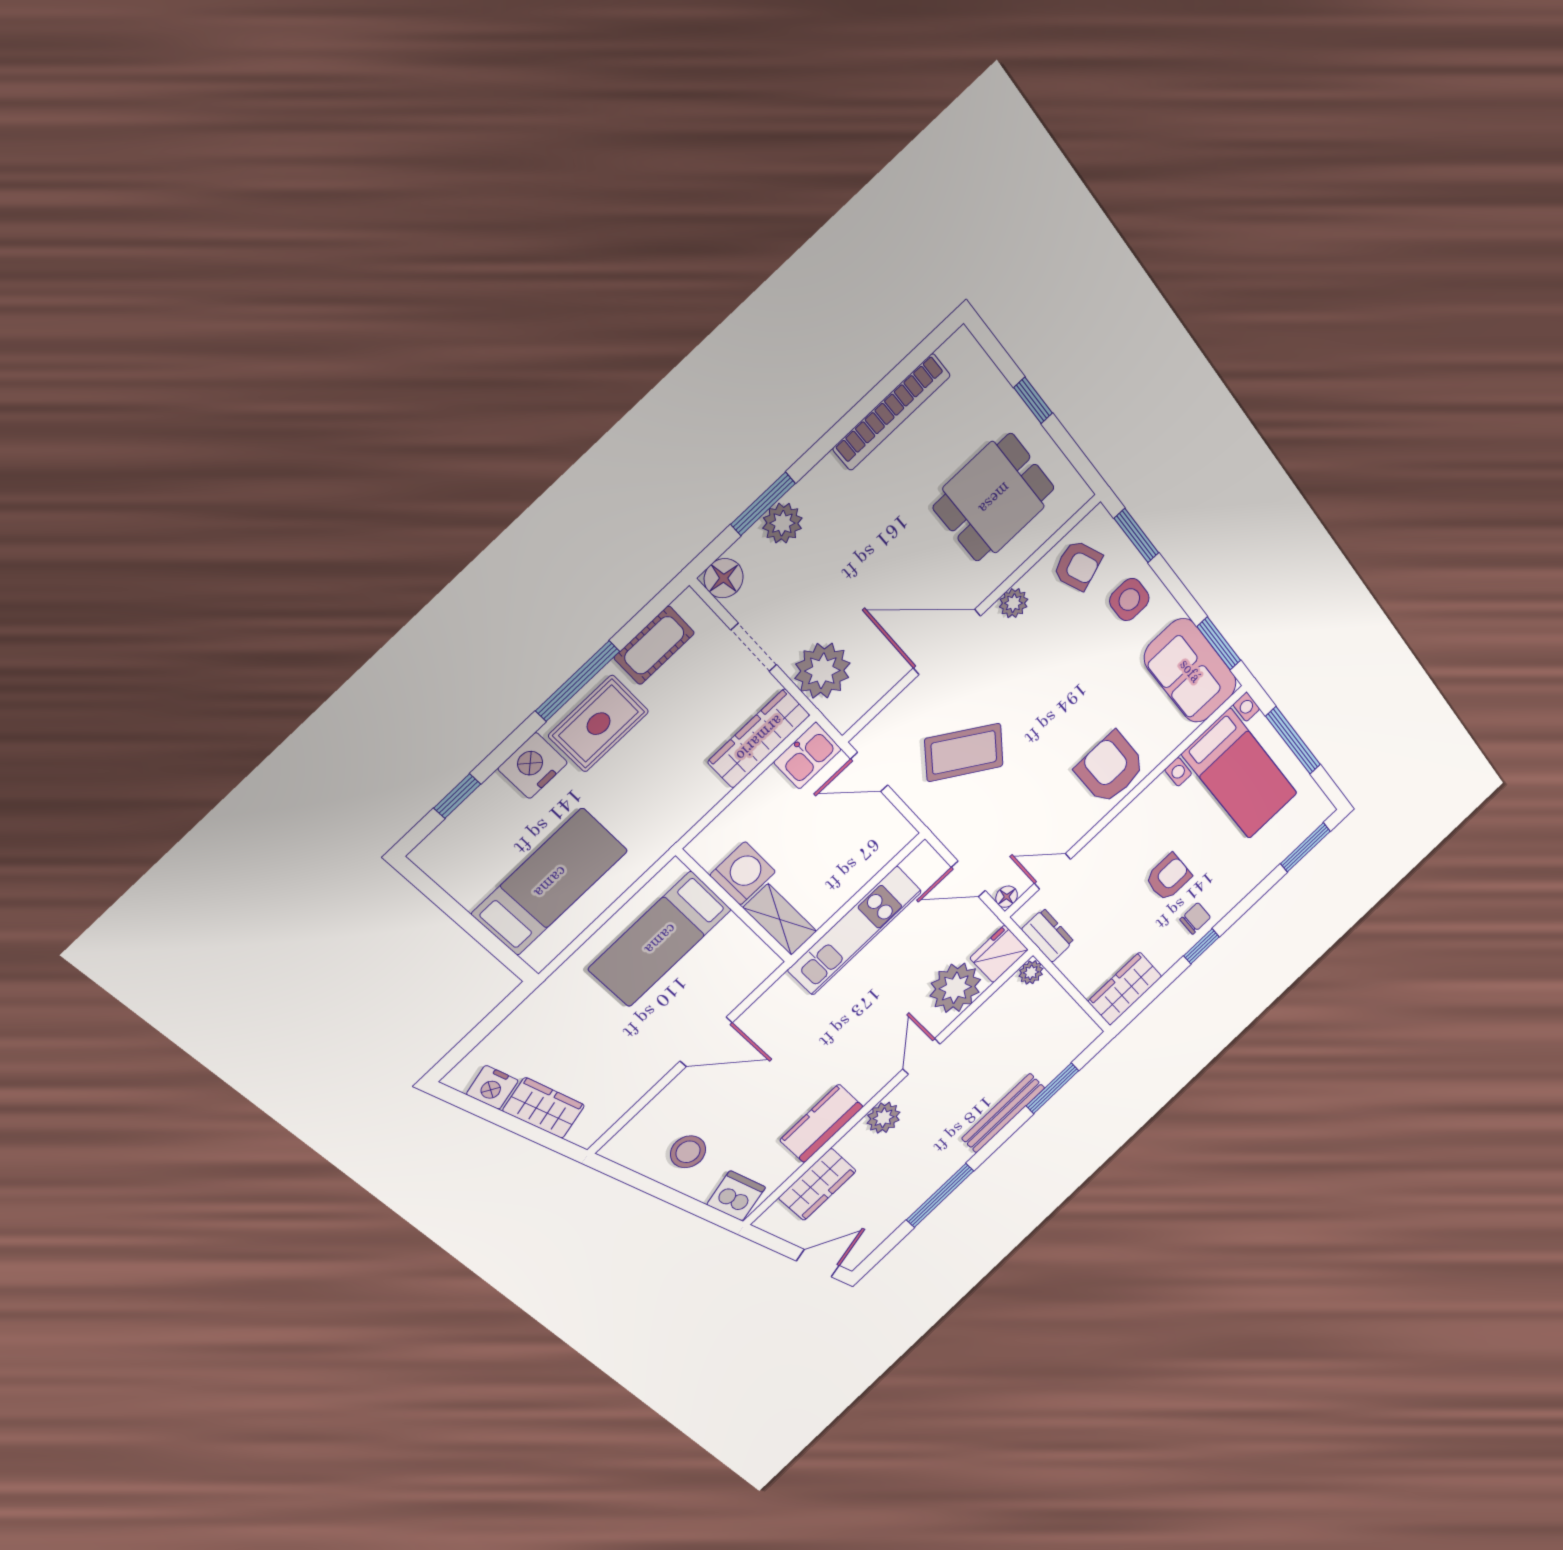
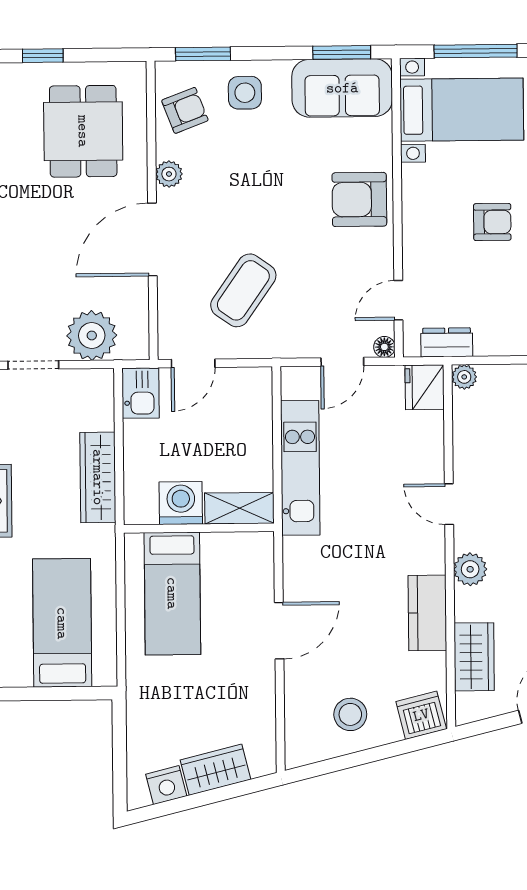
wardrobe: (759, 738) -> (98, 477), moved
armchair: (1168, 877) -> (492, 222), turned 90
plant: (955, 988) -> (419, 438), removed

